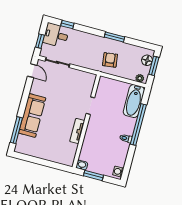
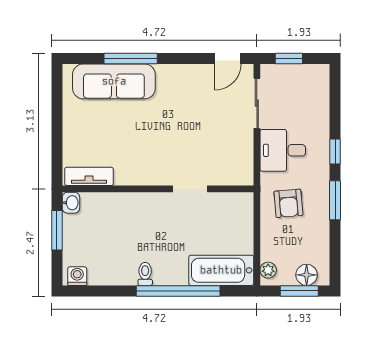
window: (67, 24) -> (335, 151), moved
desk: (56, 35) -> (283, 150), moved, turned -90
armchair: (110, 60) -> (288, 203), turned 92
sofa: (32, 115) -> (114, 81), moved
window: (16, 130) -> (131, 59), moved
tv unit: (77, 131) -> (89, 176), moved

